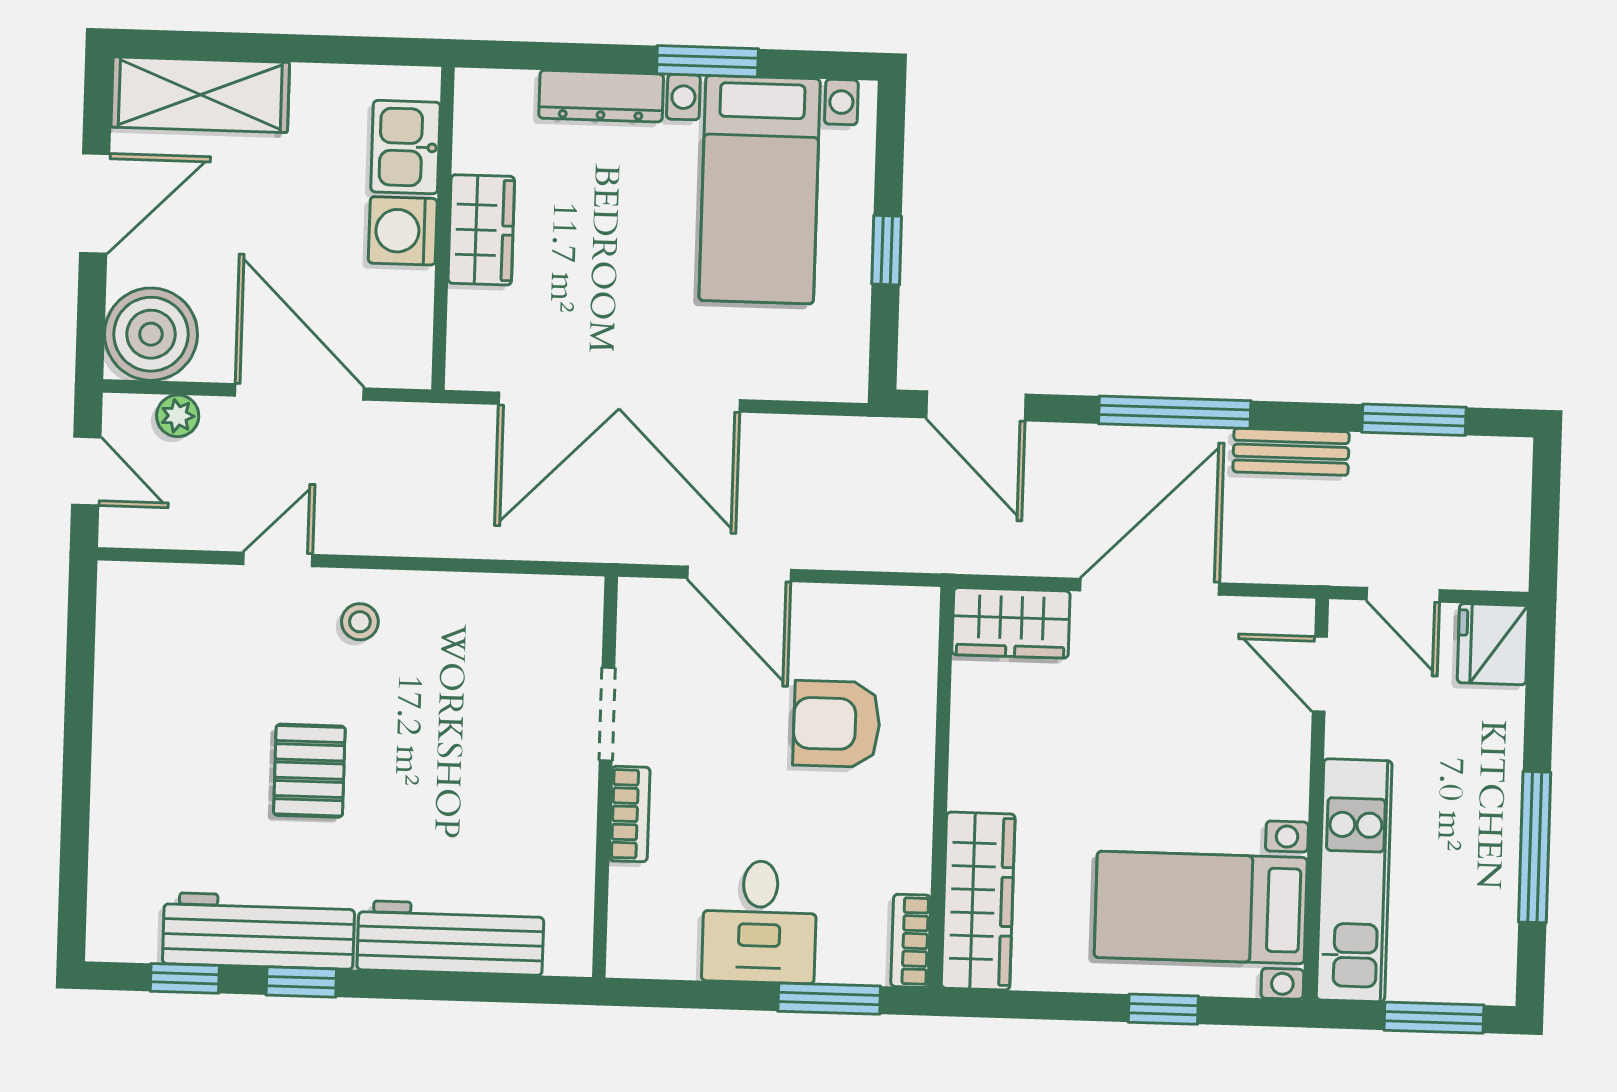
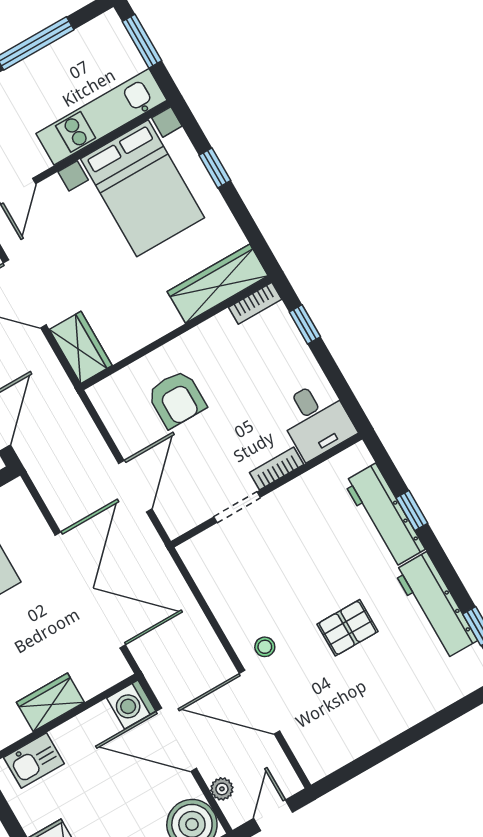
washing machine: (403, 231) -> (131, 705), moved, turned 90
door: (299, 392) -> (176, 740), hinge flipped
door: (278, 559) -> (259, 702), width x1.88
bed with nightstands: (1201, 908) -> (143, 188), width x1.36
desk: (759, 922) -> (316, 420), moved, turned 90
window: (301, 982) -> (412, 511), moved
window: (829, 999) -> (305, 324), width x0.67

